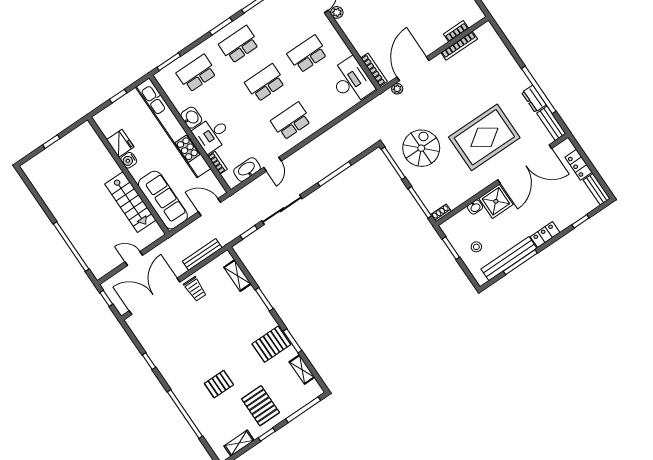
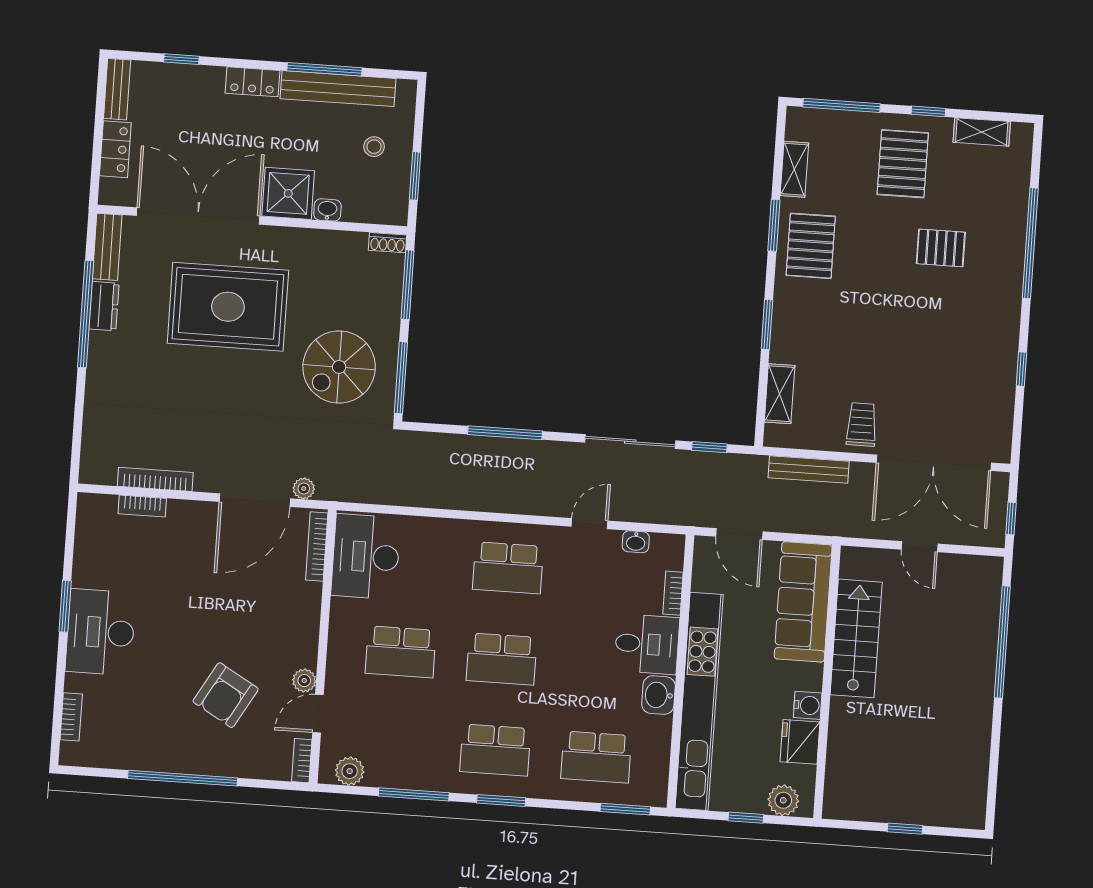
plant: (109, 115) -> (783, 800), added
washbasin: (247, 170) -> (636, 542), width x0.52, depth x0.69
pallet: (271, 344) -> (811, 246), turned 90

